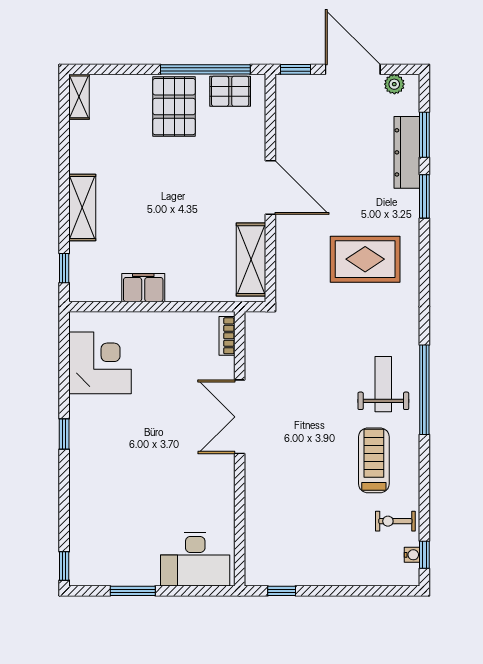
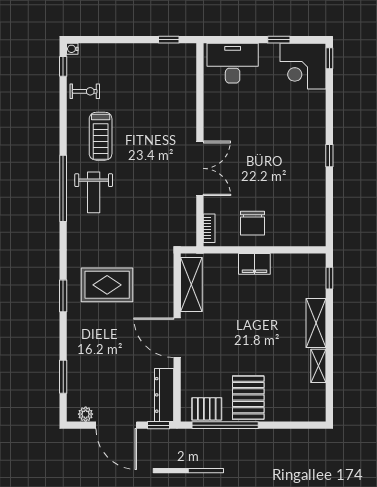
shelving: (79, 97) -> (318, 366), moved
dresser: (407, 152) -> (164, 395), moved, turned 180
window: (424, 196) -> (63, 296), moved
filing cabinet: (143, 288) -> (254, 264), moved
chair: (168, 343) -> (253, 223), added
corner desk: (100, 363) -> (303, 66), moved
water cooler: (412, 555) -> (72, 49), moved
window: (133, 591) -> (279, 40), width x0.67

